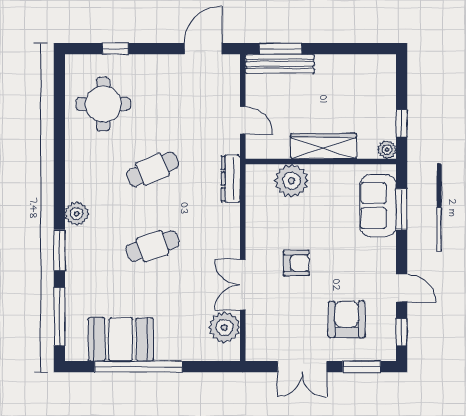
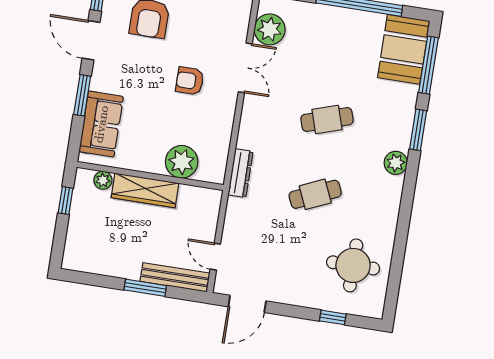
window: (281, 49) -> (145, 288), moved
door: (243, 120) -> (215, 257), moved
plant: (387, 150) -> (103, 180), moved
window: (402, 209) -> (82, 95), moved
door: (402, 288) -> (91, 40), width x1.38
booth: (121, 339) -> (404, 49), moved, turned 90

